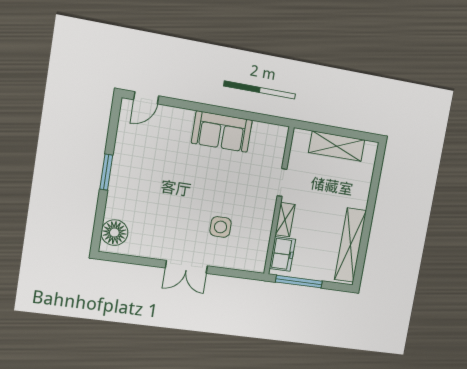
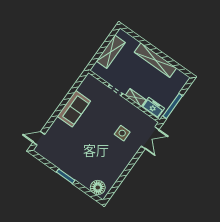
door: (146, 98) -> (39, 138), swing flipped
shelving: (350, 245) -> (155, 60), moved
double door: (186, 267) -> (150, 138), moved

